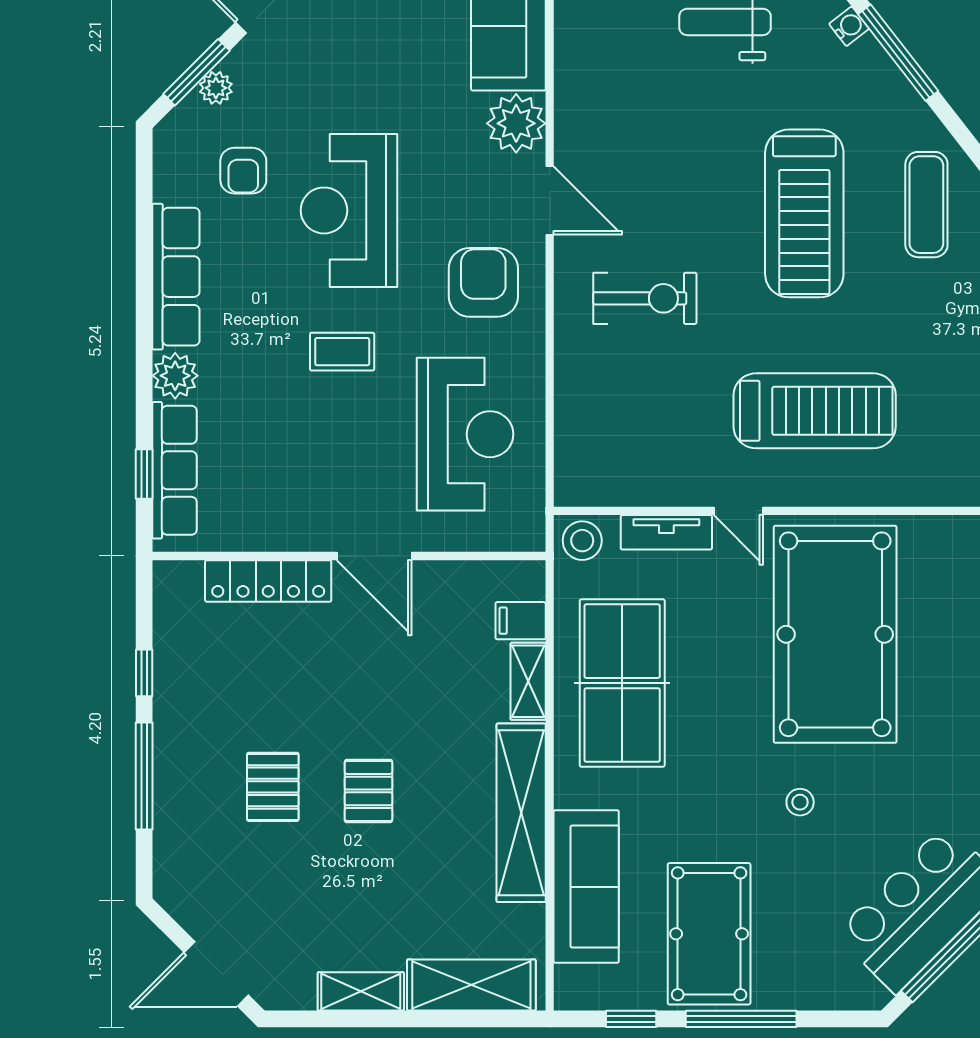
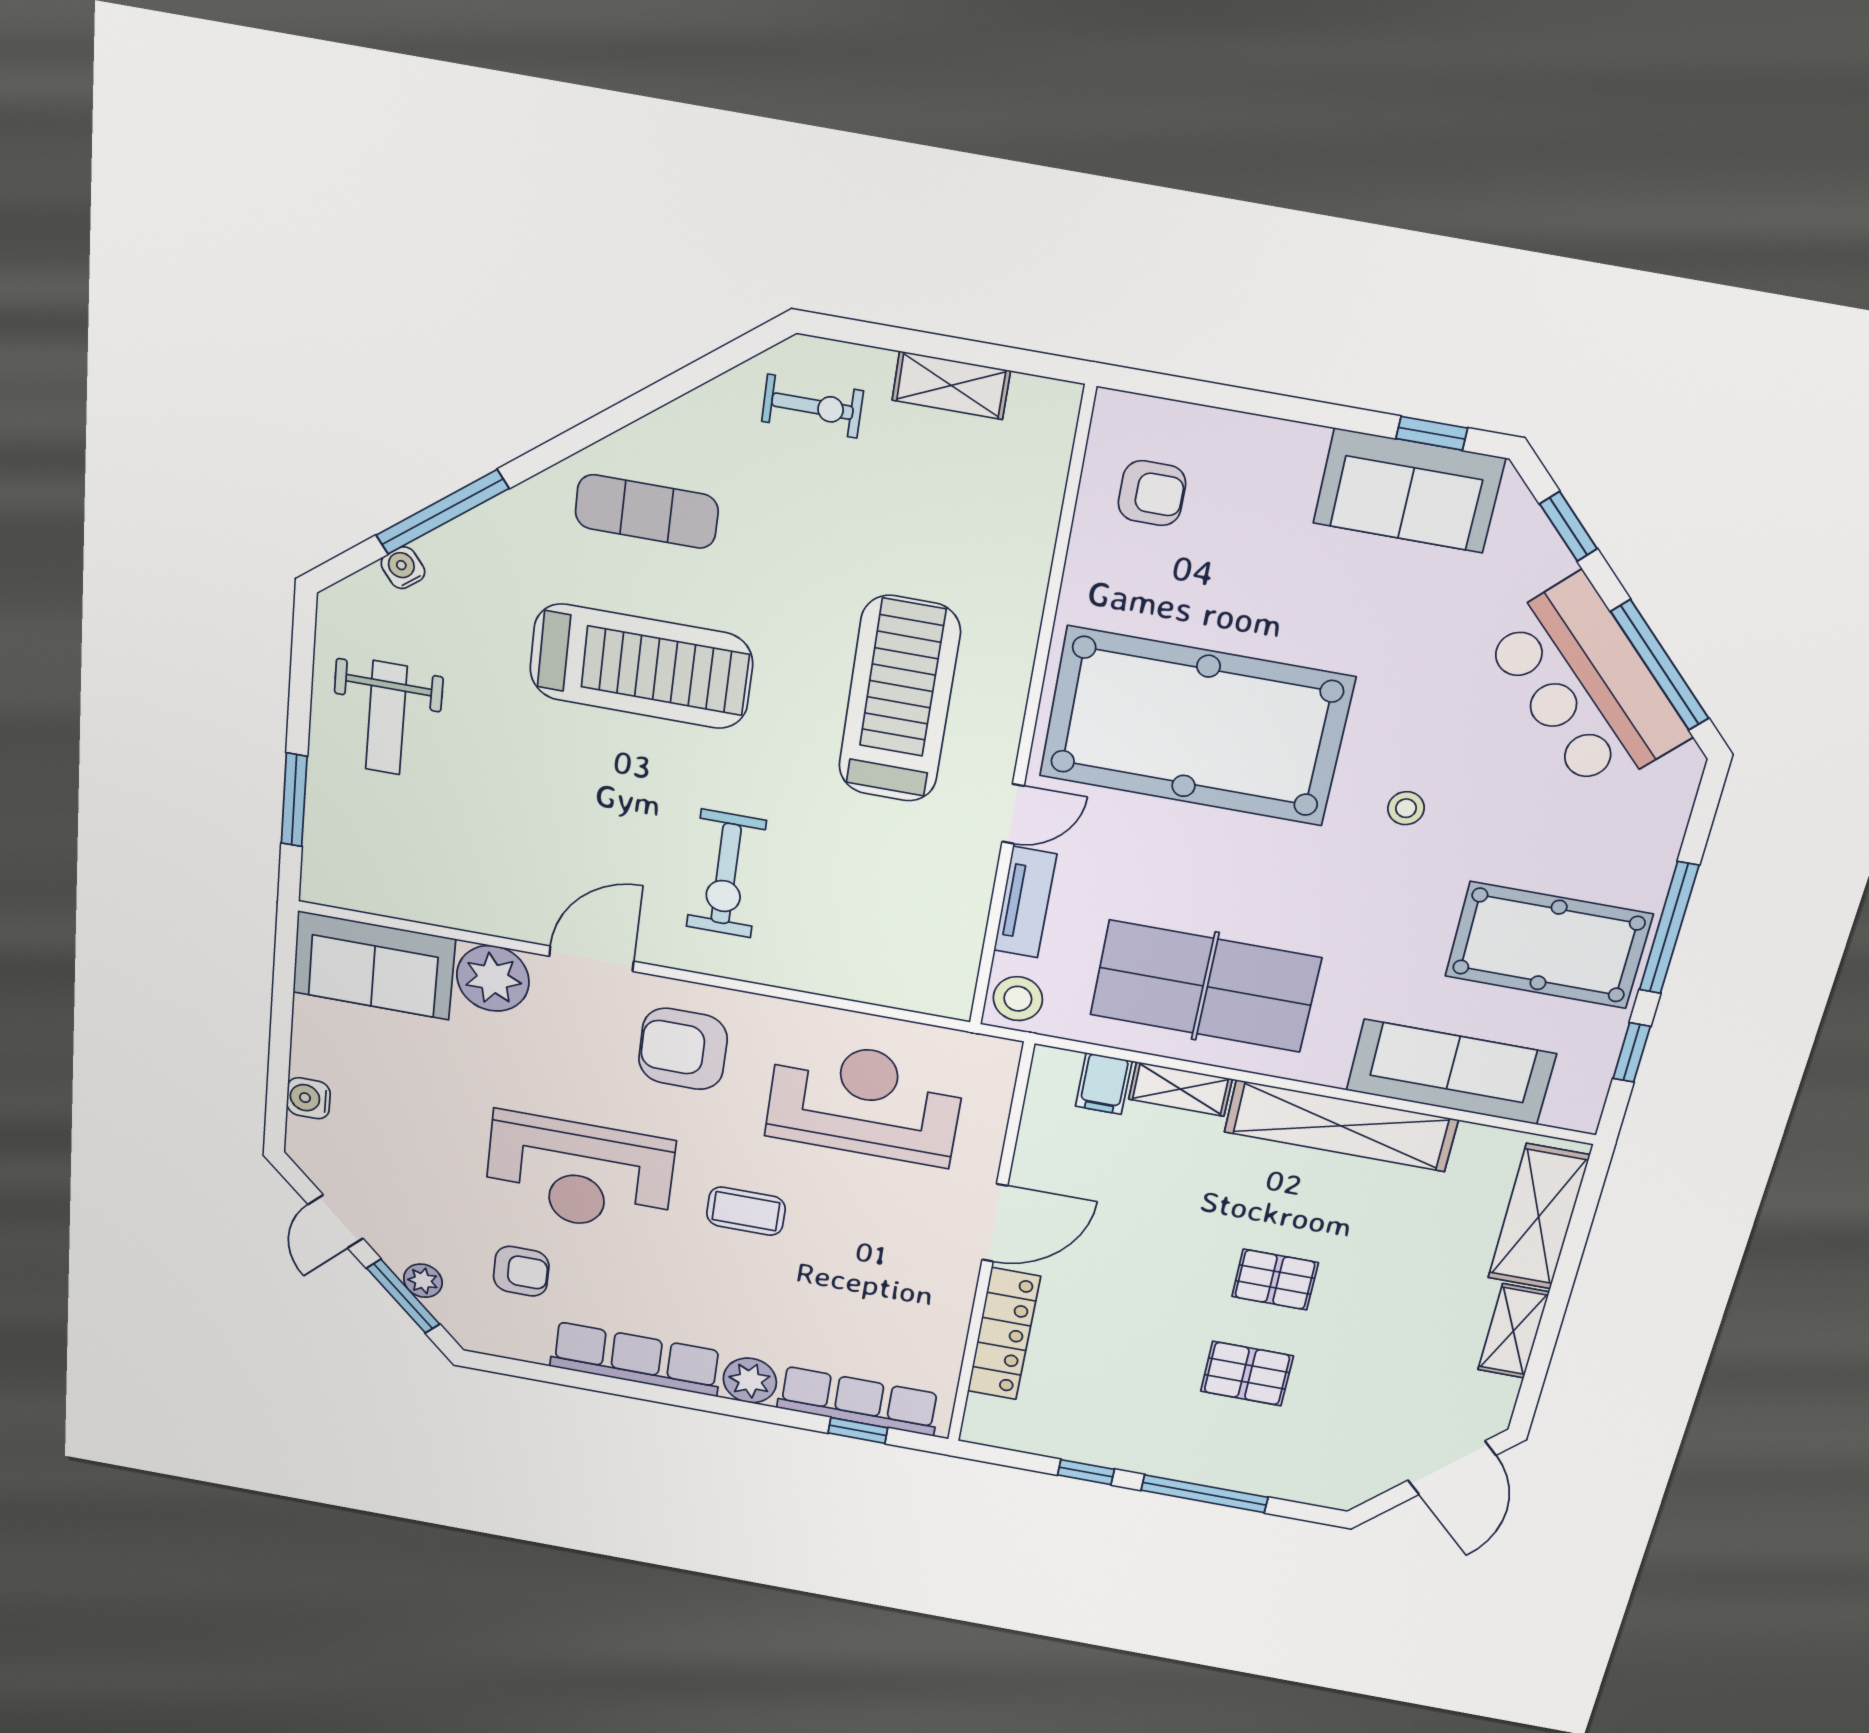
exercise bike: (645, 298) -> (726, 874), turned 180
coffee table: (342, 352) -> (746, 1211), turned 90

